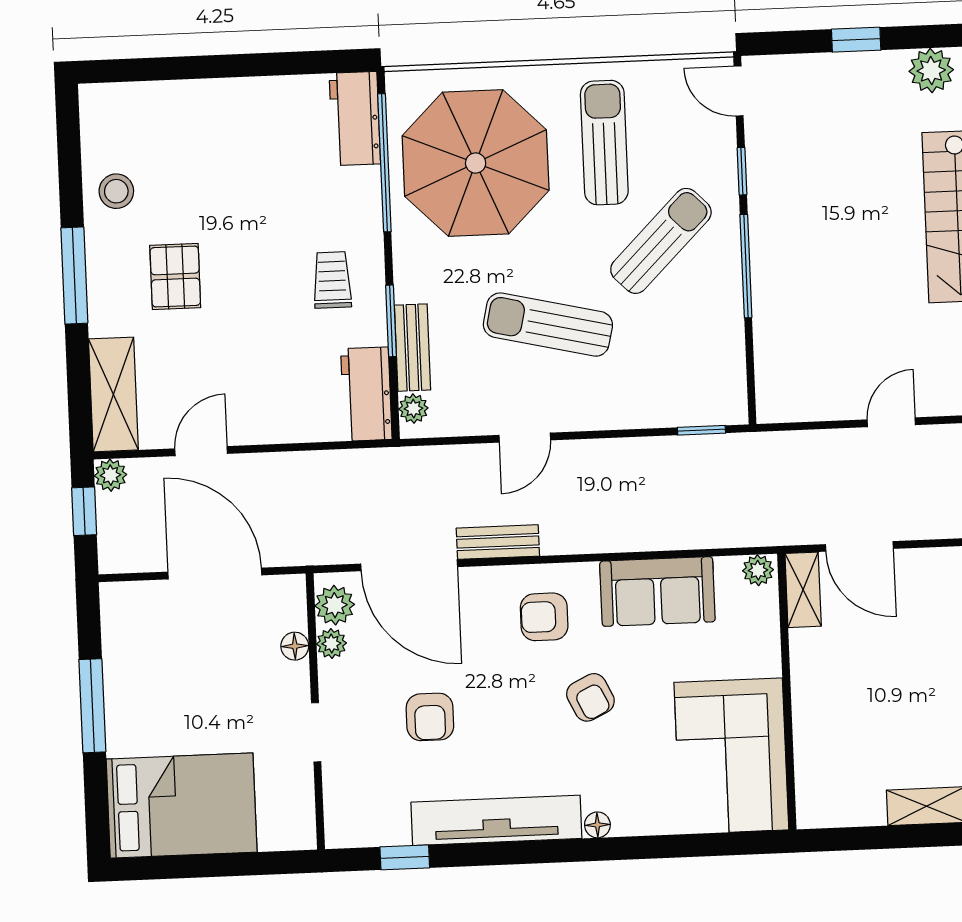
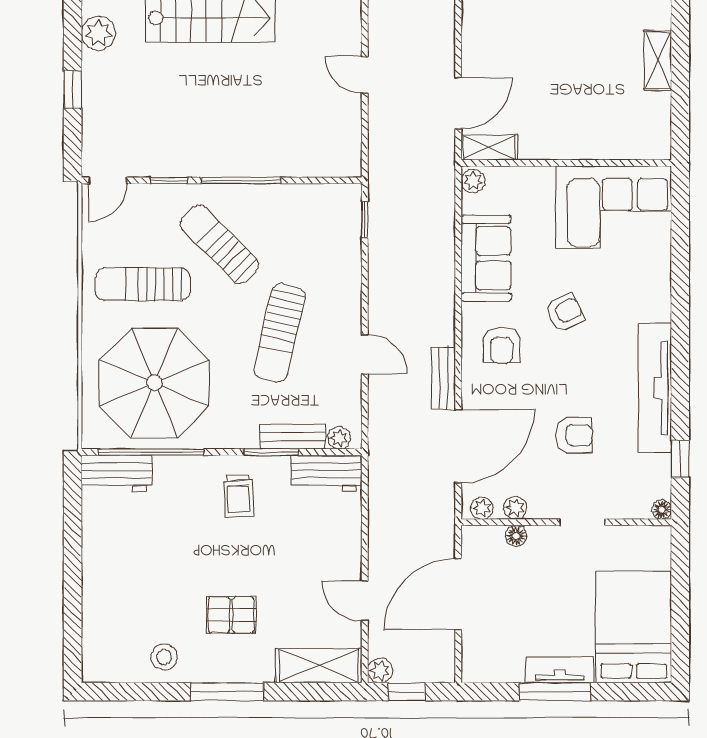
trolley: (332, 280) -> (239, 496), turned -93
plant: (335, 605) -> (482, 508), width x0.73, depth x0.73
tv unit: (121, 711) -> (560, 670), added
floor lamp: (597, 825) -> (662, 510), moved

